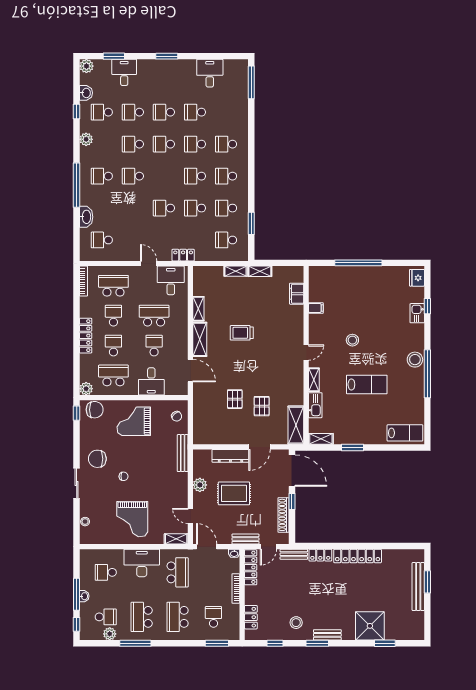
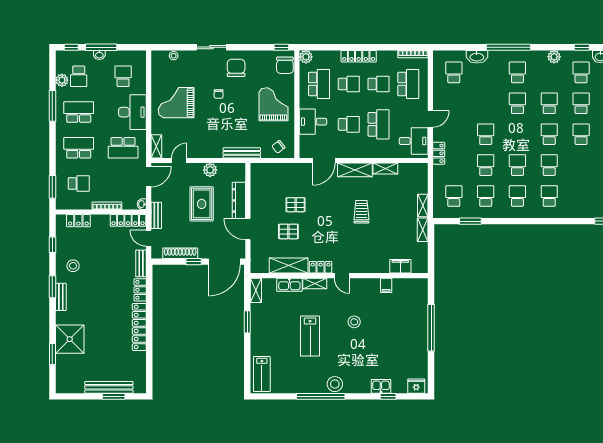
school desk: (195, 112) -> (581, 165), removed
locker: (298, 374) -> (321, 267), added
shelving: (296, 425) -> (289, 266), moved

